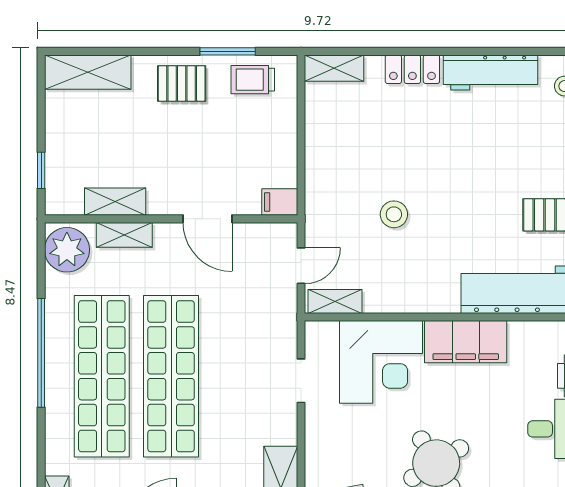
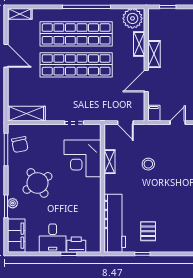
door: (301, 148) -> (178, 123), added
shelving: (115, 202) -> (154, 54), moved
shelving: (335, 301) -> (109, 162), moved
filing cabinet: (466, 342) -> (92, 196), removed

